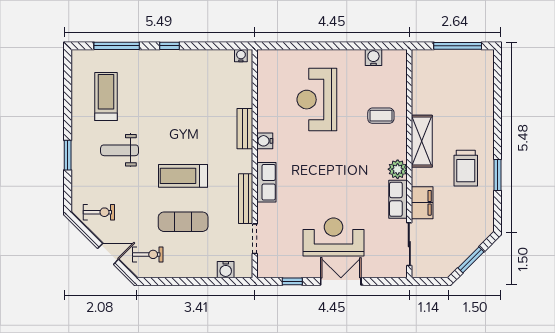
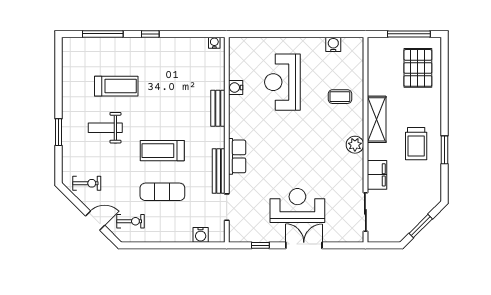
pallet: (468, 84) -> (418, 68), added
treadmill: (106, 97) -> (116, 86), moved, turned 90
water cooler: (265, 141) -> (236, 87), moved
row of seats: (398, 199) -> (355, 172), removed

